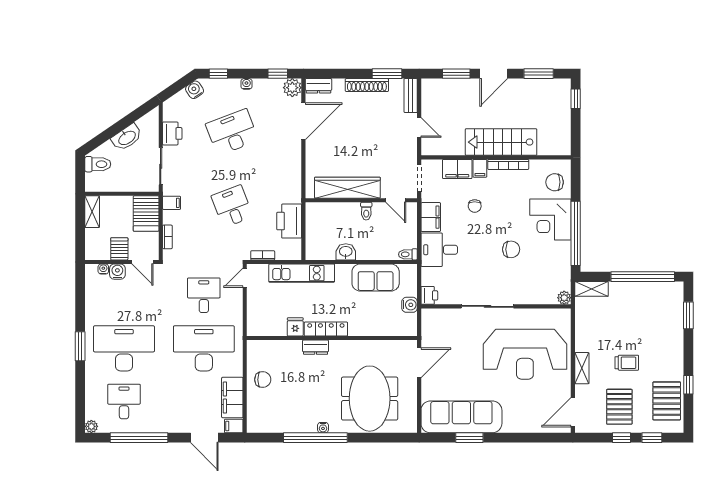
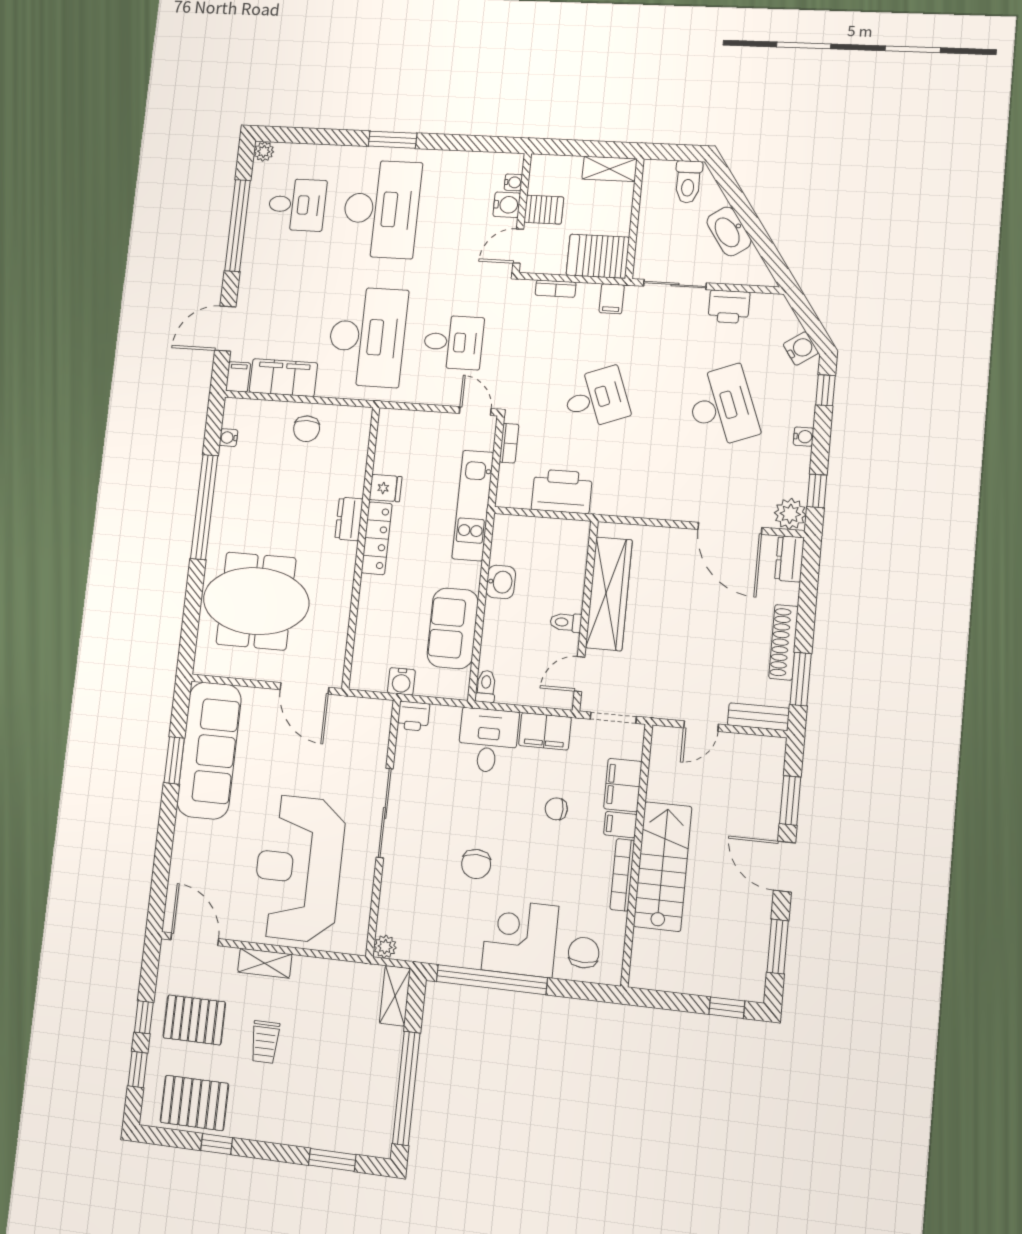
water cooler: (323, 428) -> (228, 438), moved

